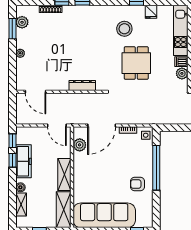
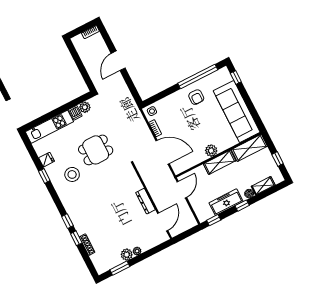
plant: (22, 22) -> (127, 255), moved
dresser: (82, 85) -> (145, 201), moved
plant: (80, 145) -> (211, 151), moved
window: (12, 160) -> (242, 206), moved
window: (156, 168) -> (198, 76), moved

